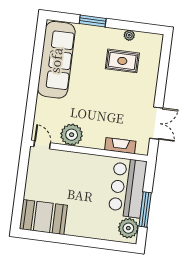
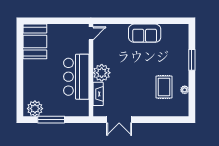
sofa: (56, 60) -> (145, 33), width x0.54, depth x0.79
plant: (72, 135) -> (102, 73), moved
bar counter: (128, 188) -> (76, 77), moved, turned -90

